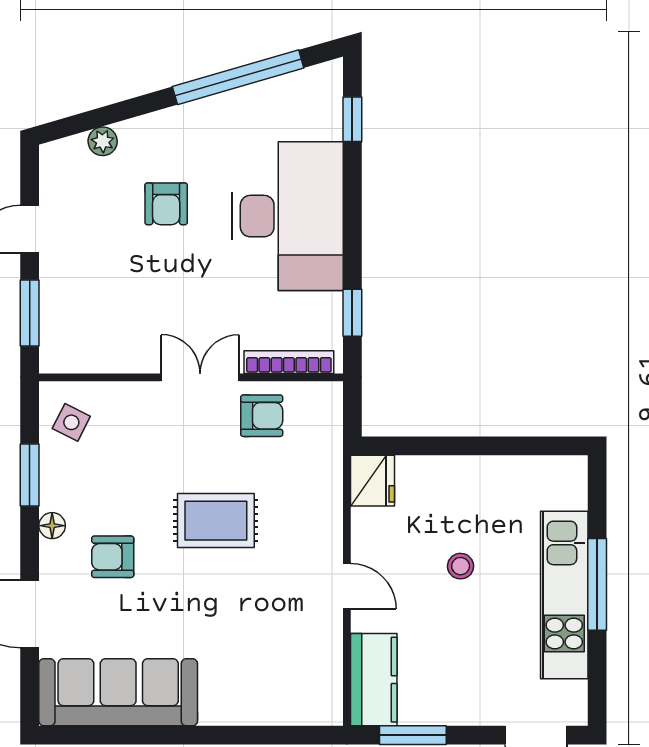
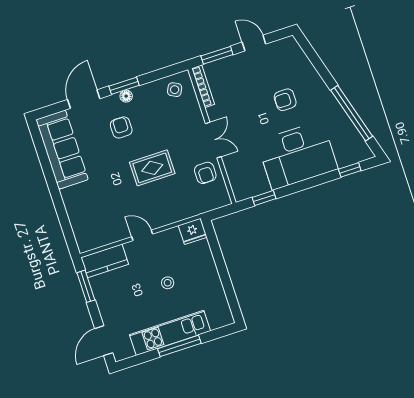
plant: (103, 141) -> (304, 63), removed
bookcase: (289, 362) -> (203, 86), moved
window: (30, 475) -> (124, 86), moved
rug: (216, 521) -> (152, 168), turned 90
door: (347, 586) -> (142, 235), swing flipped

